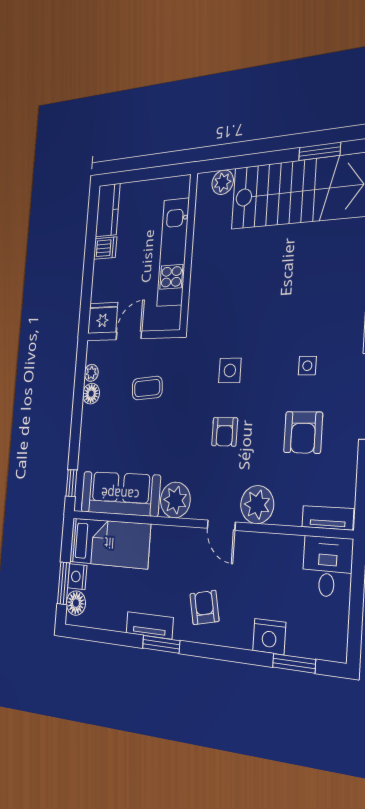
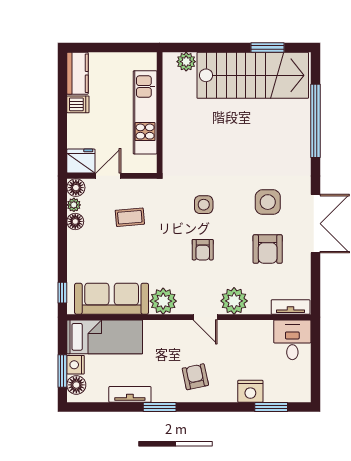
floor lamp: (95, 351) -> (76, 188), added
side table: (307, 366) -> (268, 202), width x1.87, depth x1.87
tv unit: (150, 625) -> (130, 394), moved

